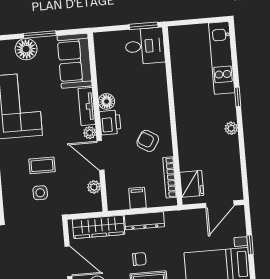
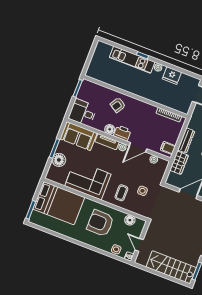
desk: (145, 46) -> (83, 112), moved, turned -90
kitchen unit: (222, 58) -> (132, 60), moved
armchair: (148, 141) -> (118, 105), moved
coffee table: (42, 165) -> (121, 193), moved
fridge: (192, 184) -> (172, 76), moved, turned 180
filing cabinet: (137, 198) -> (168, 148), moved
wardrobe: (98, 227) -> (179, 163), width x0.67

